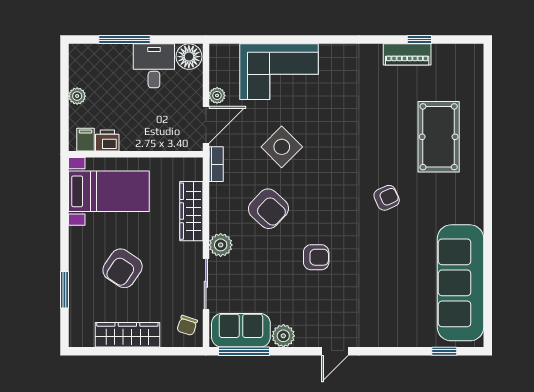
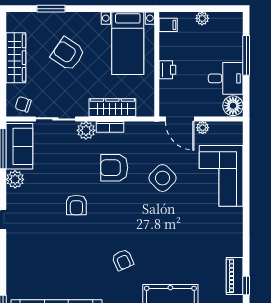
printer: (107, 141) -> (167, 70), moved
bookcase: (216, 164) -> (110, 127), moved
armchair: (268, 209) -> (114, 168), turned 47

